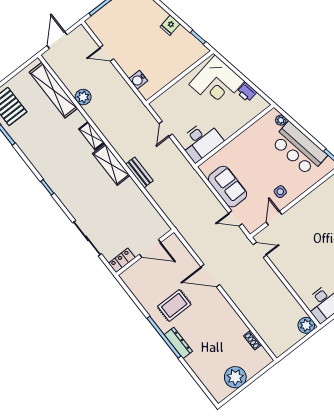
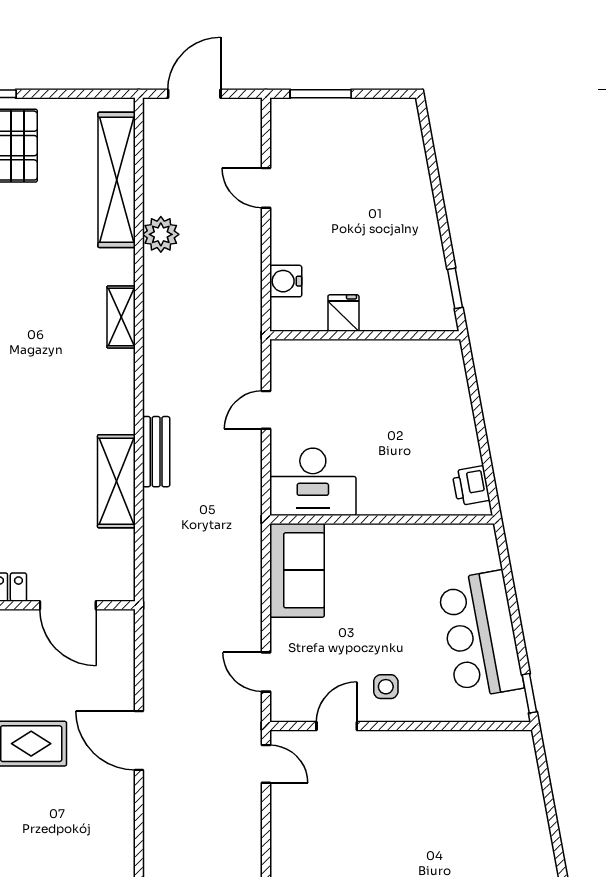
fridge: (170, 25) -> (343, 313), moved, turned 100
corner desk: (217, 83) -> (424, 398), removed
printer: (247, 92) -> (471, 486), moved
plant: (281, 120) -> (488, 557), removed
shelving: (111, 164) -> (116, 481), moved
sofa: (228, 187) -> (297, 570), moved

